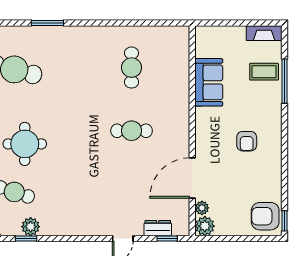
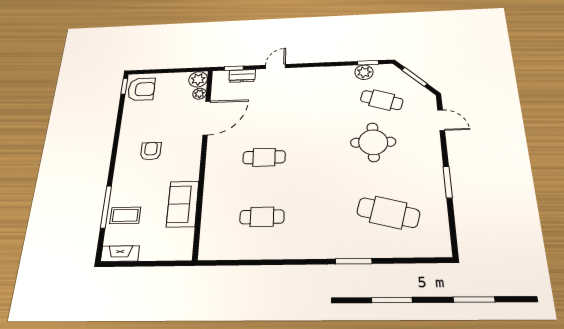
cafe table: (132, 68) -> (262, 217), turned 90

